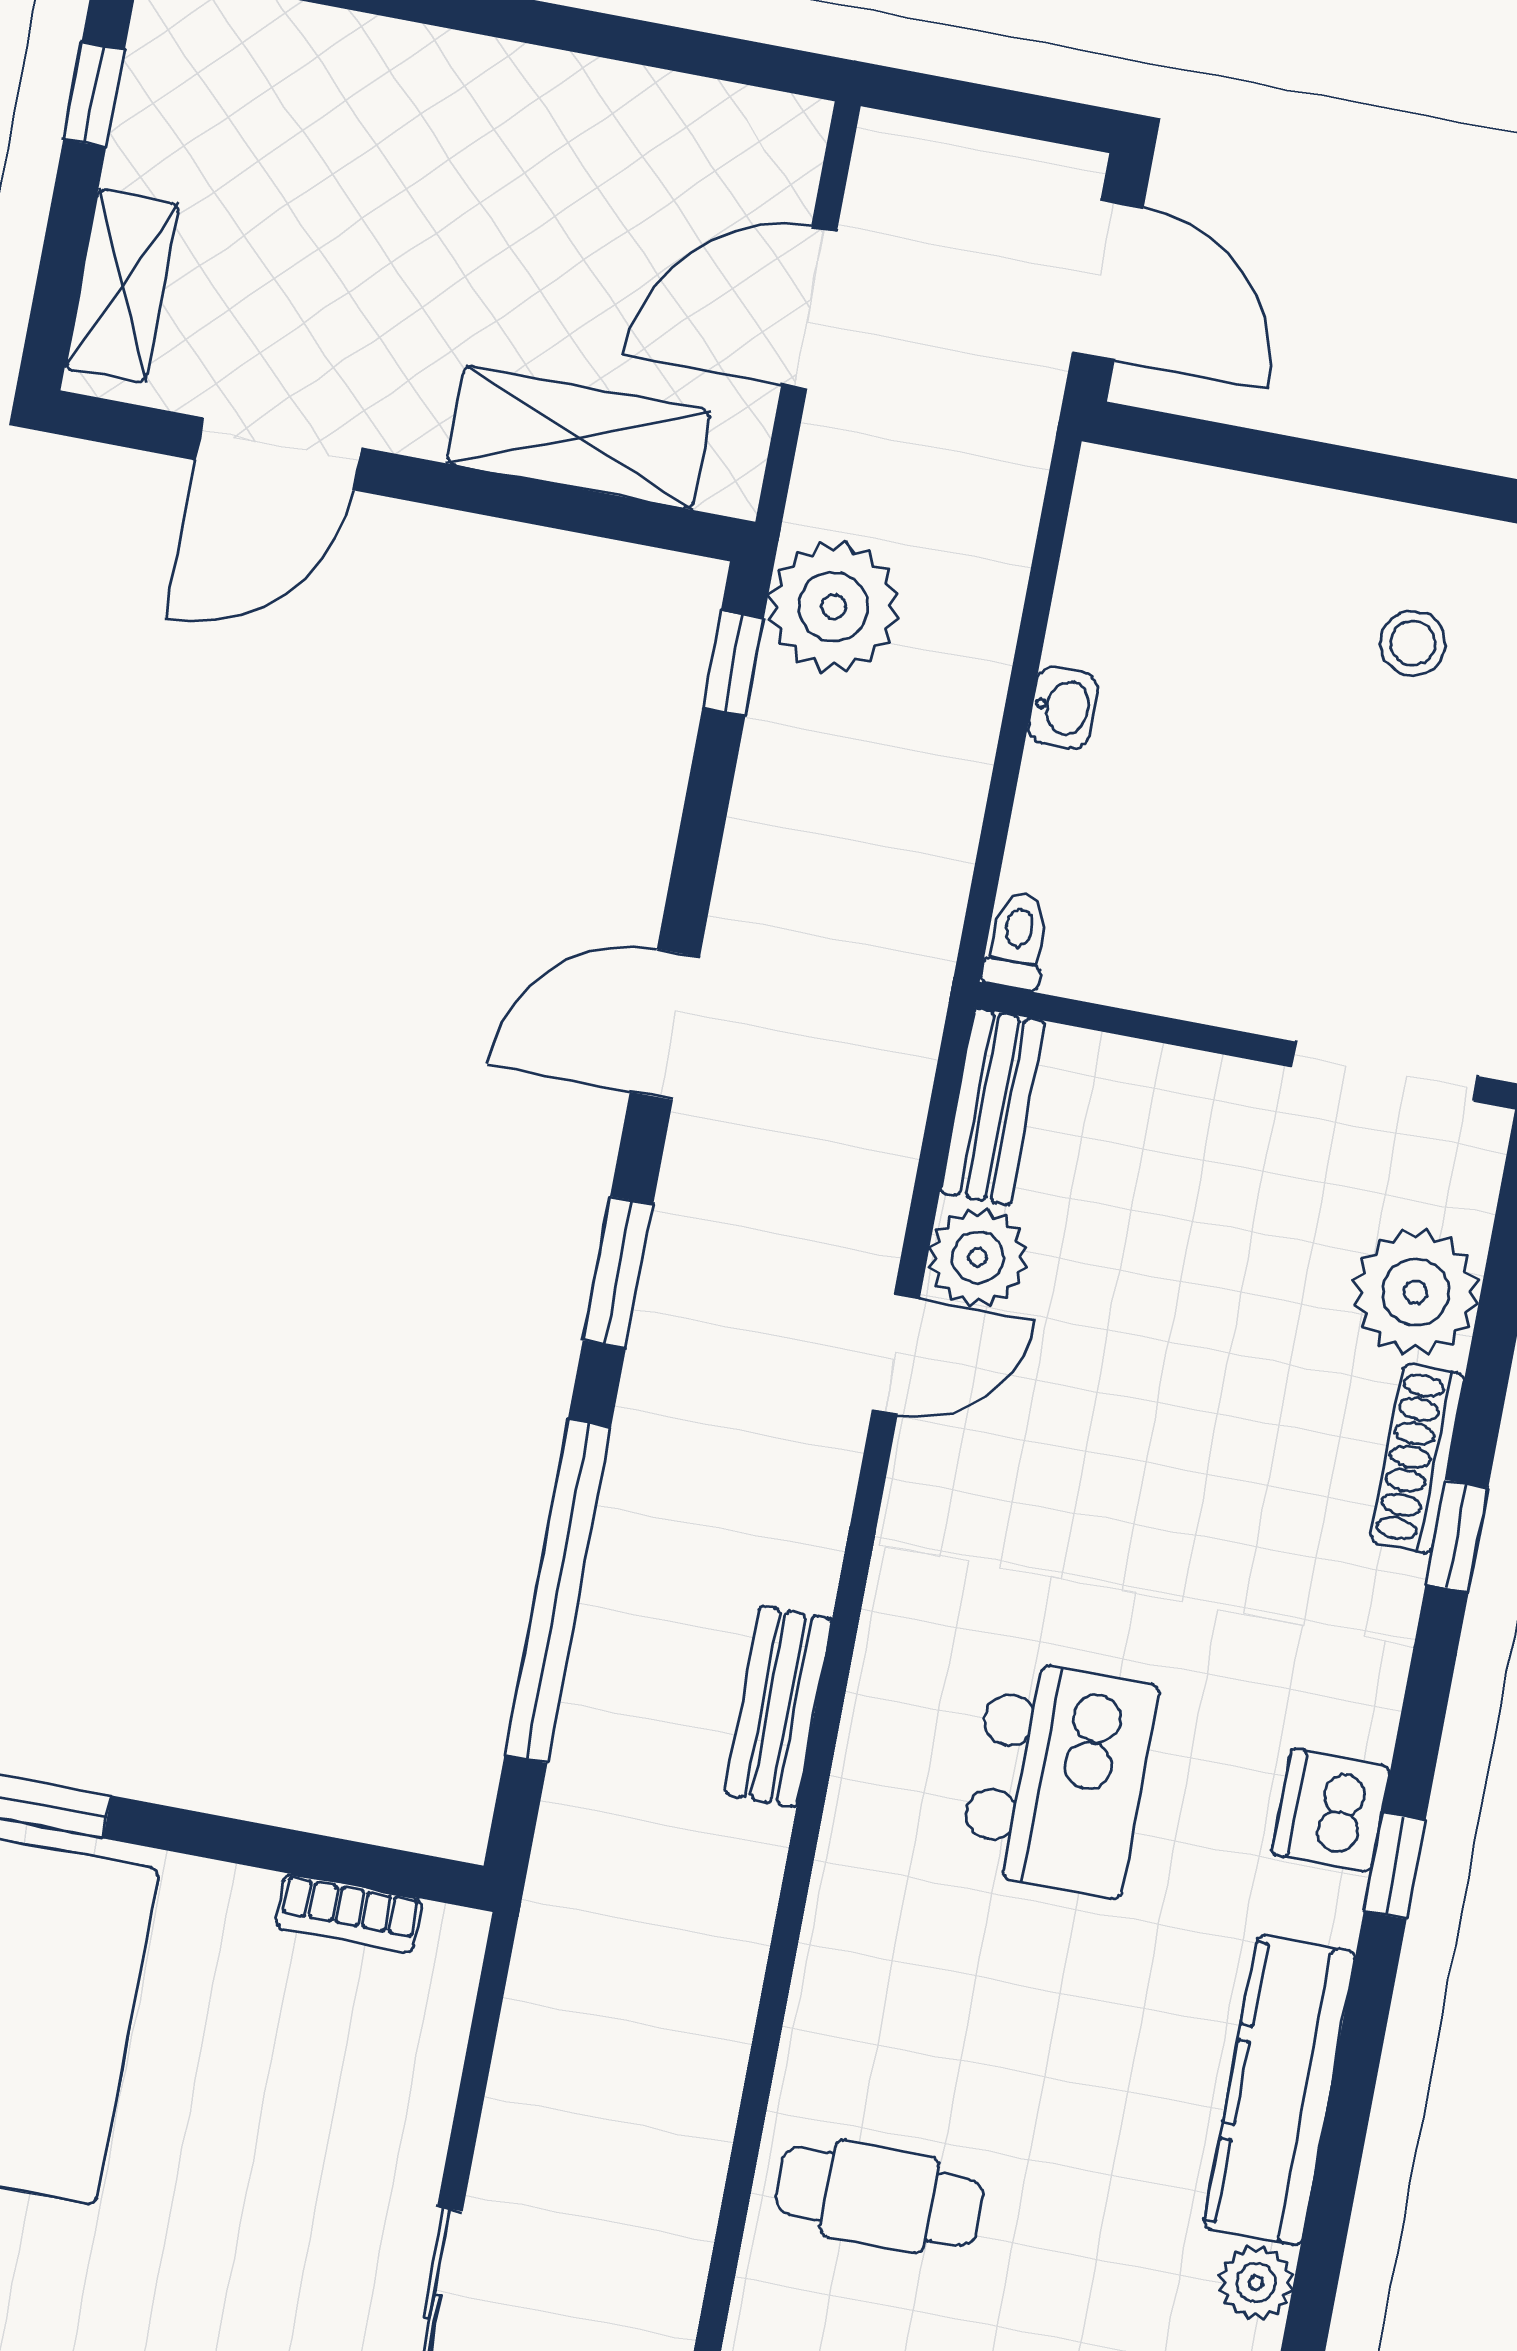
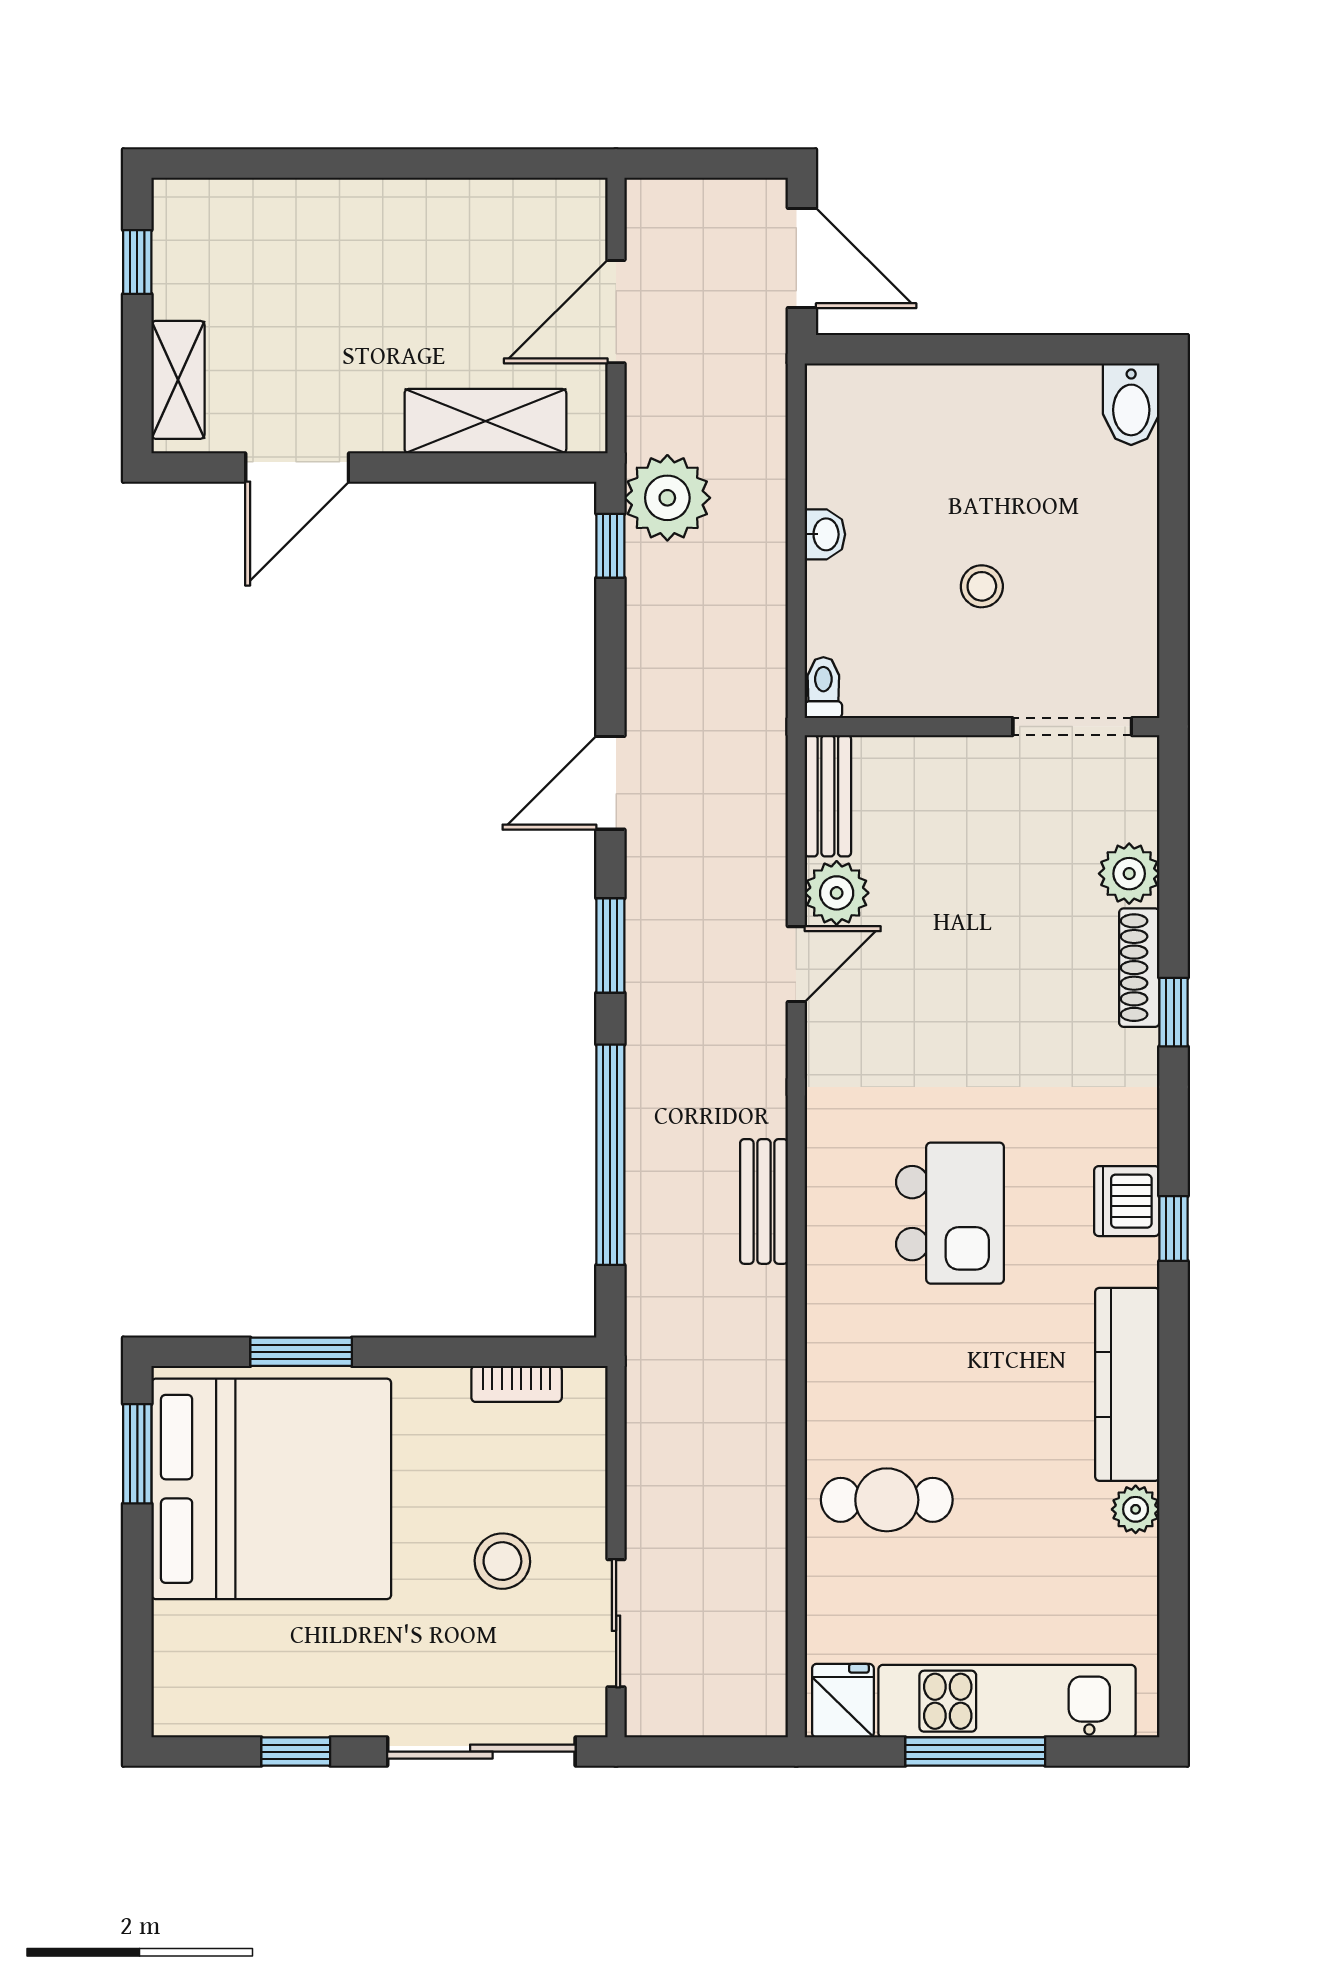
stool: (1413, 643) -> (982, 586), moved
plant: (1416, 1292) -> (1129, 874), width x0.73, depth x0.73
stool: (276, 2179) -> (502, 1561), added

